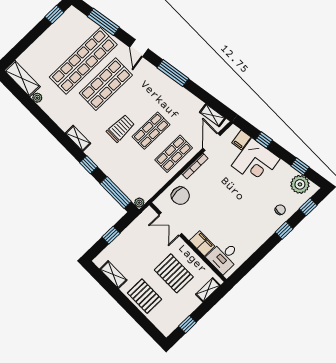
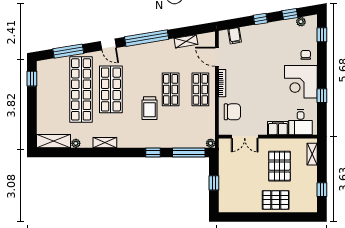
window: (173, 73) -> (147, 38), width x1.46
shelving: (212, 115) -> (186, 41), moved
trolley: (121, 128) -> (150, 108), turned 180
shelving: (78, 138) -> (105, 143), moved
window: (264, 140) -> (260, 19), moved
corner desk: (256, 162) -> (301, 82), moved, turned 99
plant: (300, 184) -> (301, 22), width x0.53, depth x0.53
window: (284, 230) -> (322, 96), moved
pallet: (174, 273) -> (279, 166), turned 90
shelving: (113, 275) -> (241, 207), removed

